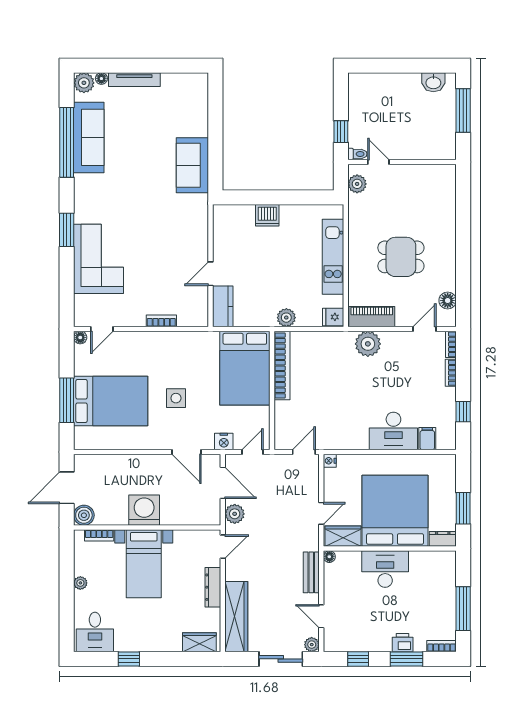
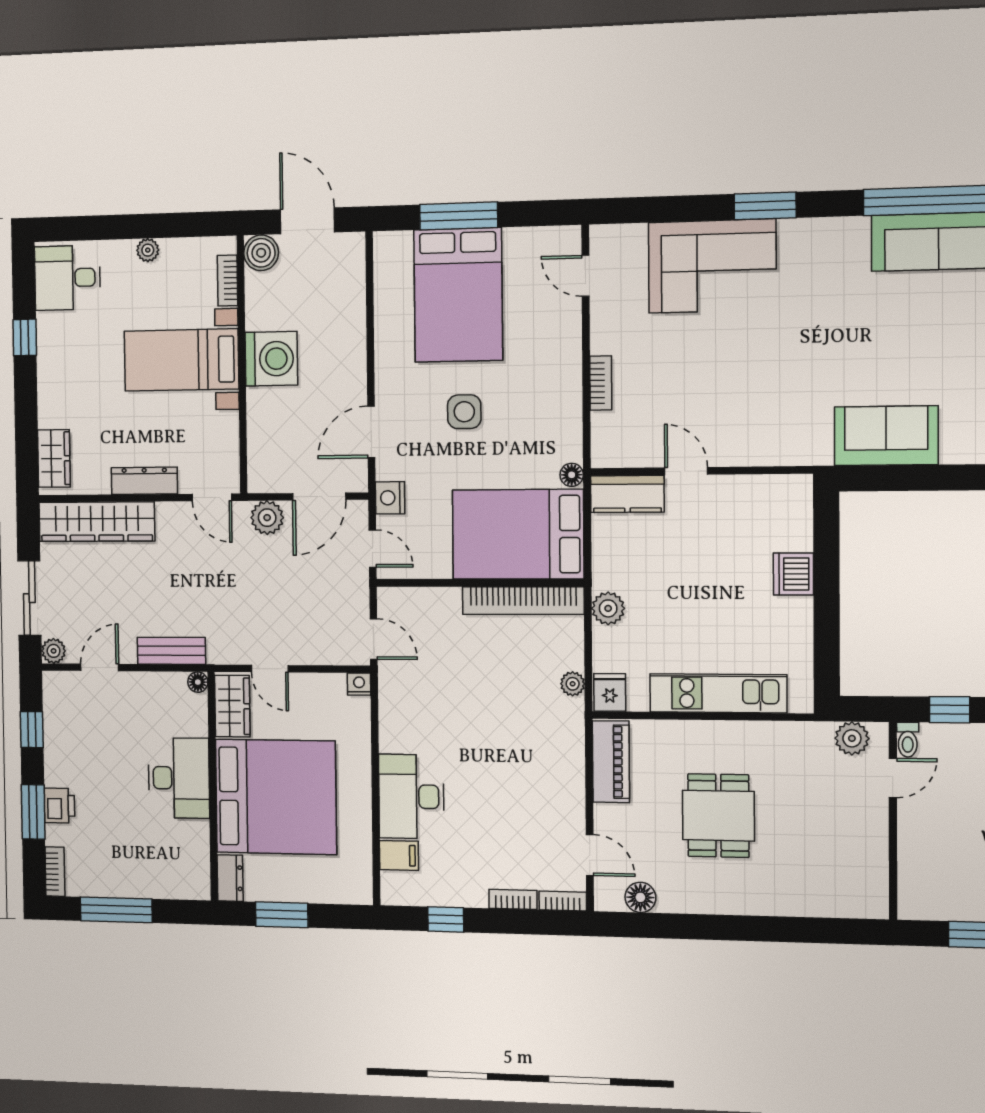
floor lamp: (80, 337) -> (572, 475), moved
plant: (368, 344) -> (573, 684), moved, width x0.53, depth x0.53

